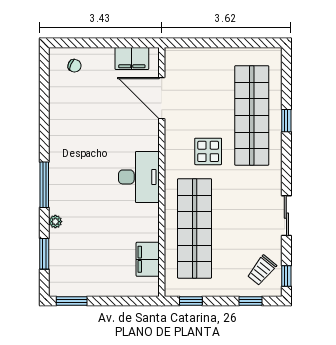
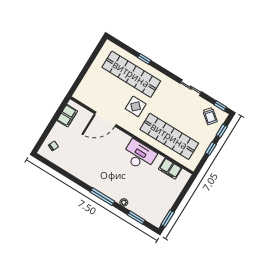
door: (162, 98) -> (105, 119), moved
desk: (139, 177) -> (139, 155), moved
window: (191, 301) -> (211, 149), moved

